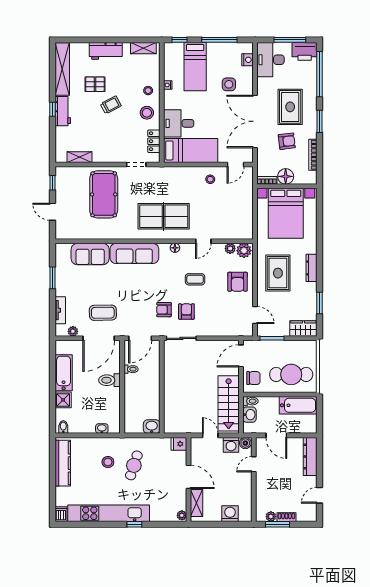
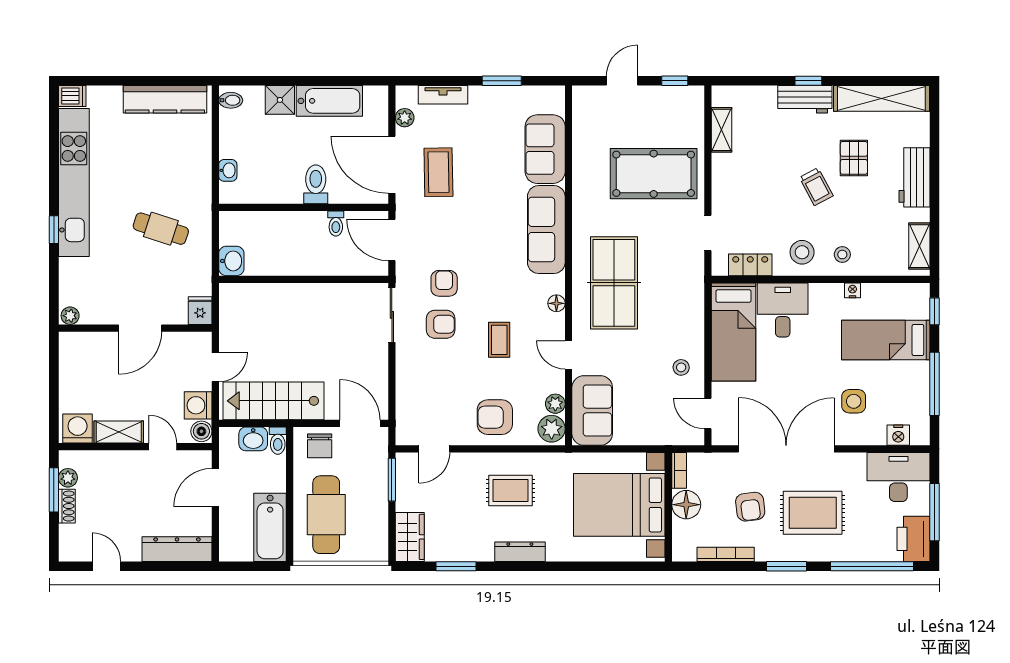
sofa: (234, 228) -> (592, 410), added
rug: (278, 273) -> (510, 490), width x0.73, depth x0.70
stool: (108, 462) -> (167, 181), removed
shelving: (197, 503) -> (119, 432), moved
washing machine: (230, 514) -> (78, 428), moved, turned -90

